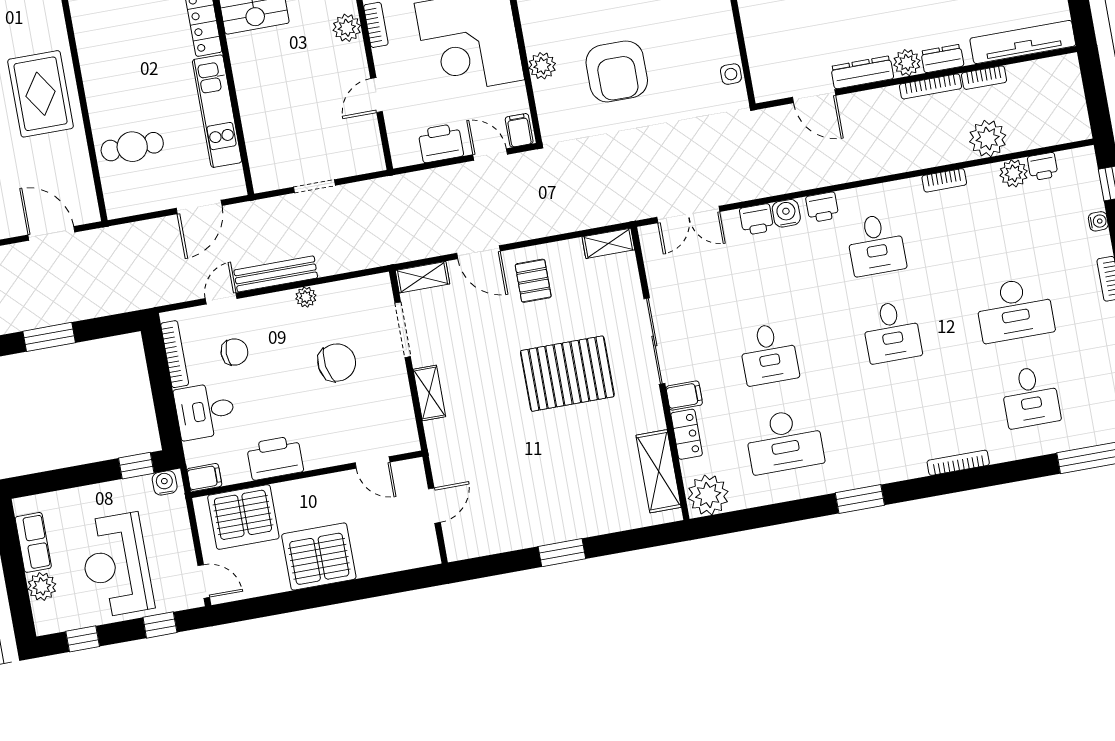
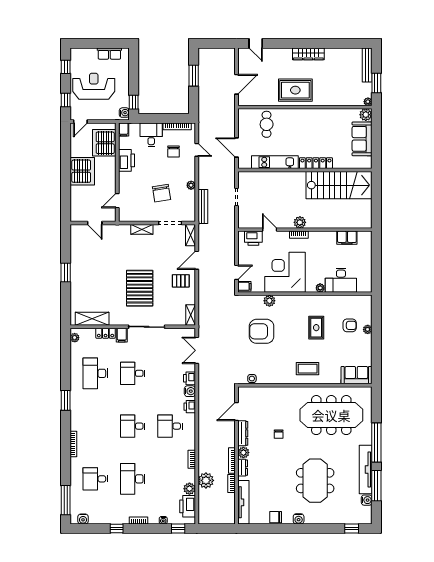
printer: (441, 143) -> (253, 238), moved, turned 90
printer: (1043, 167) -> (188, 506), width x1.87, depth x1.48
bench: (276, 274) -> (203, 206), moved
plant: (708, 495) -> (75, 338), width x0.53, depth x0.53
plant: (42, 586) -> (90, 54), removed

